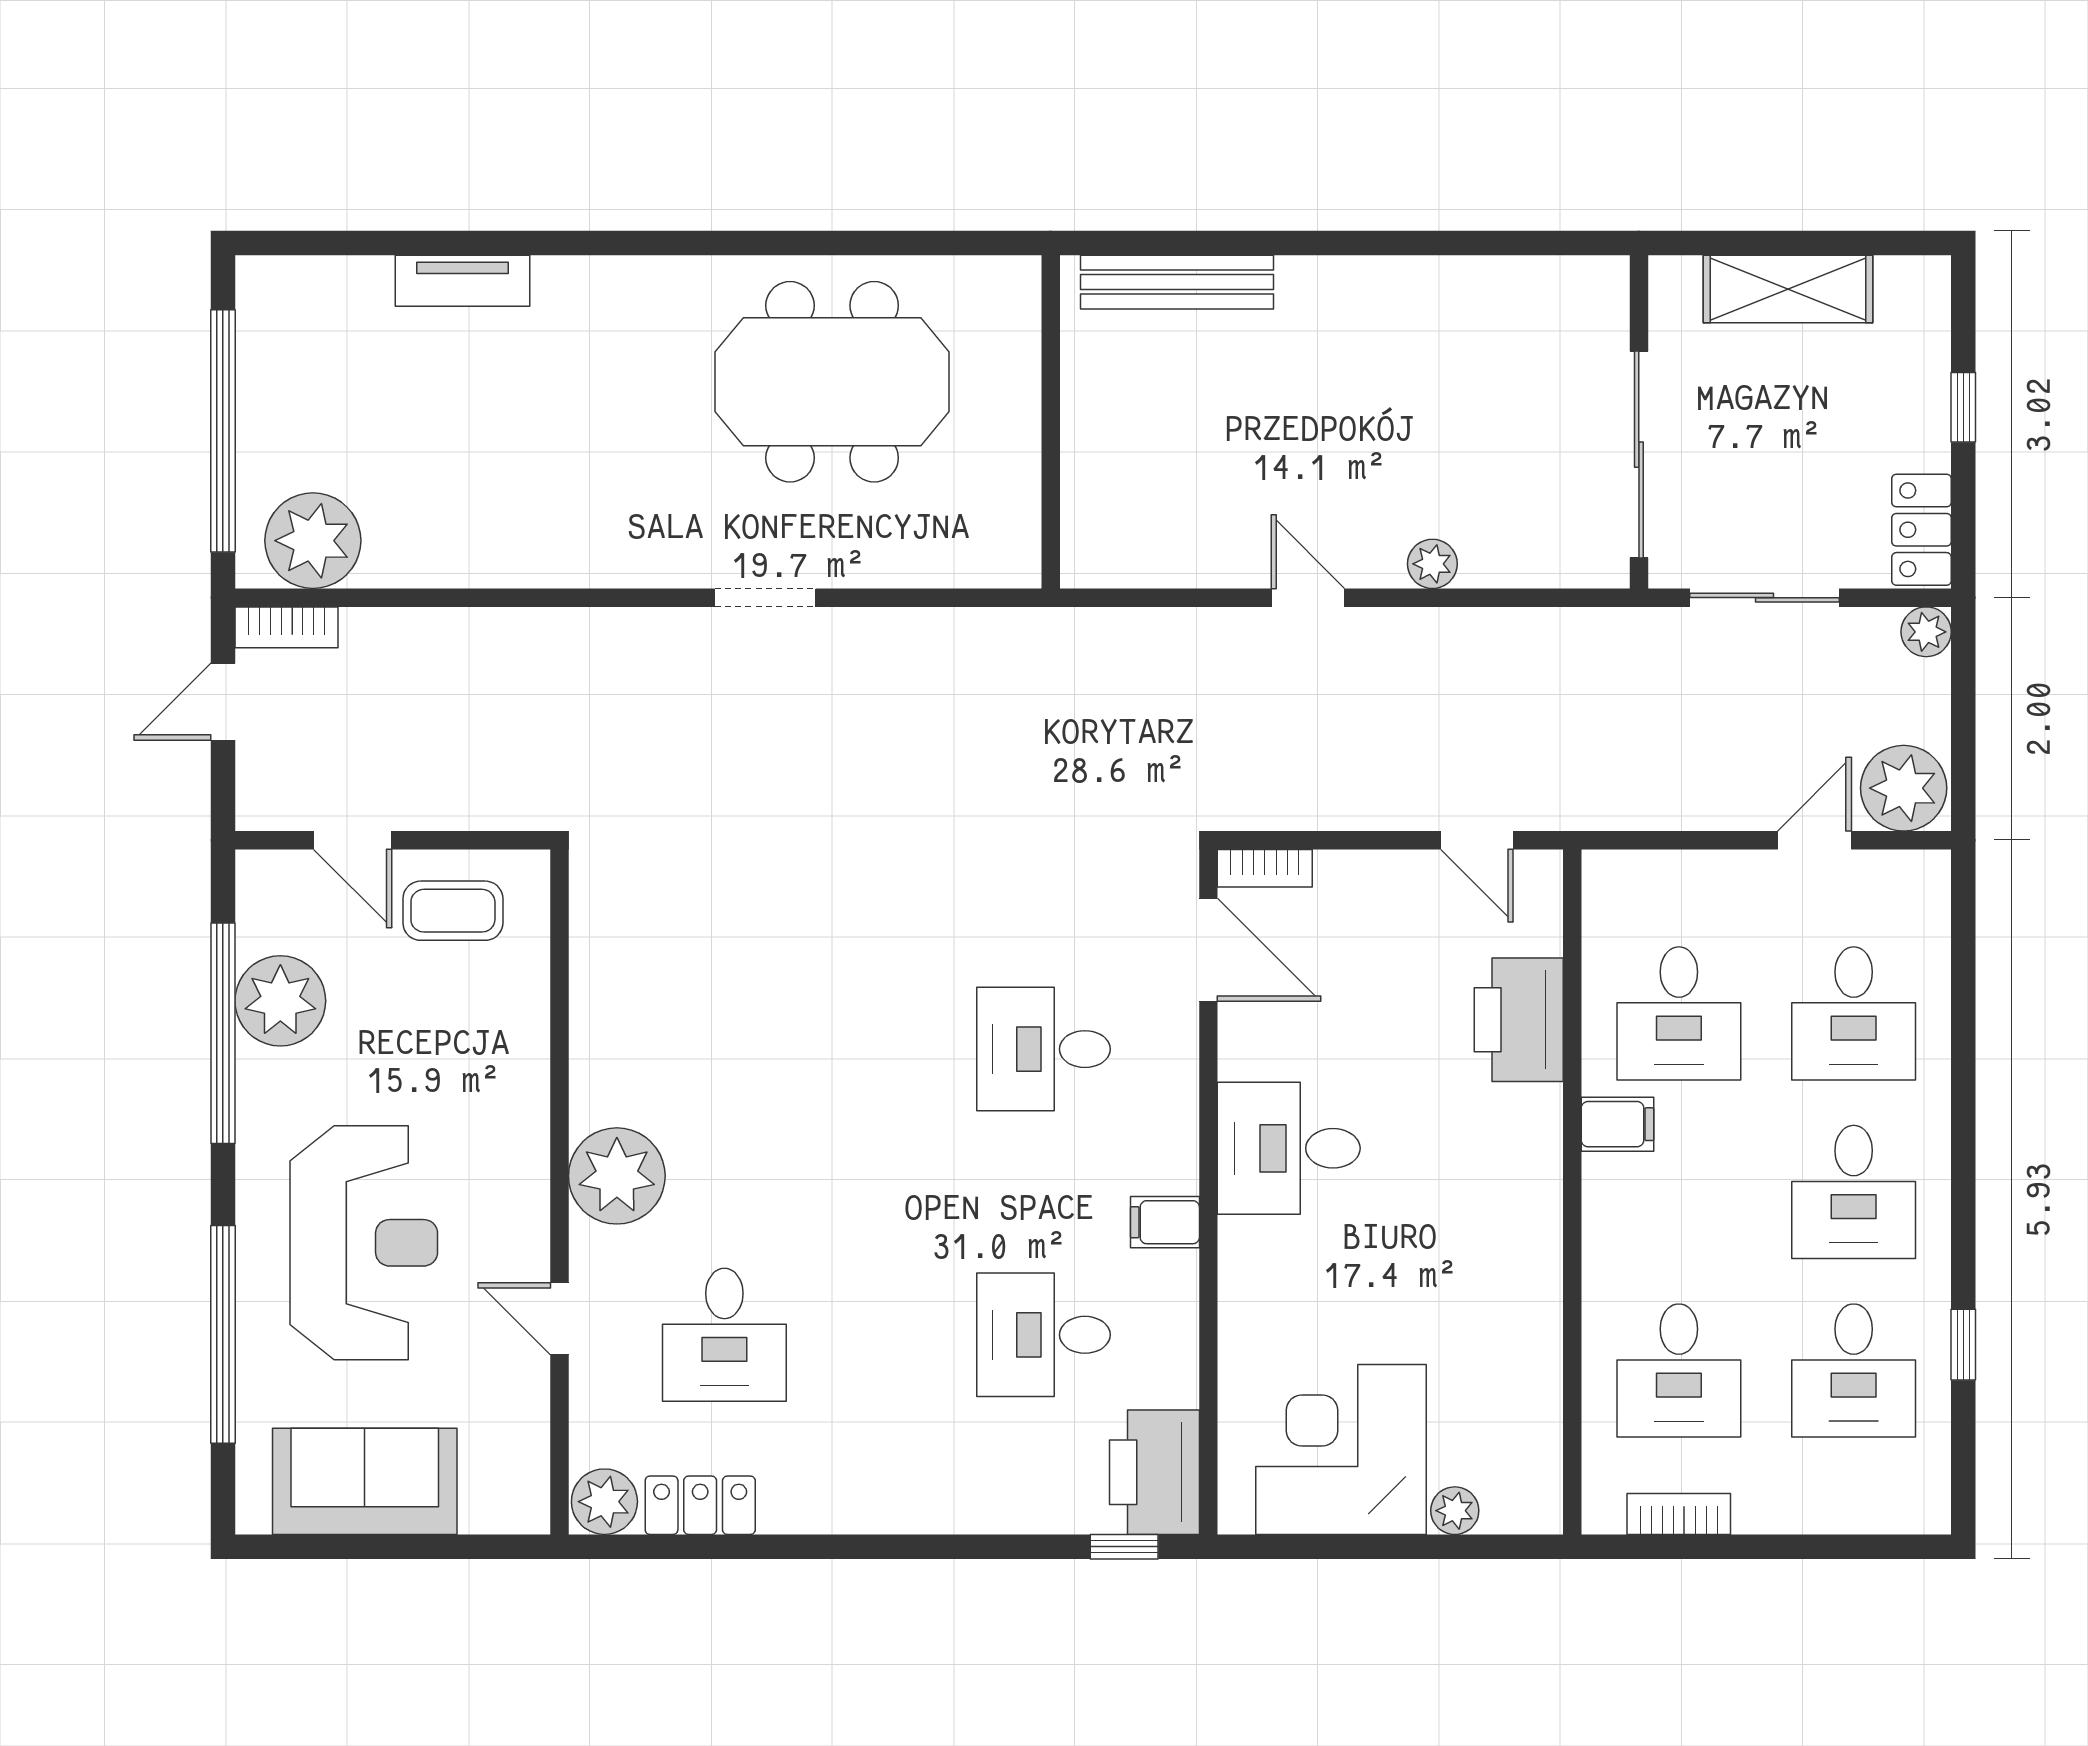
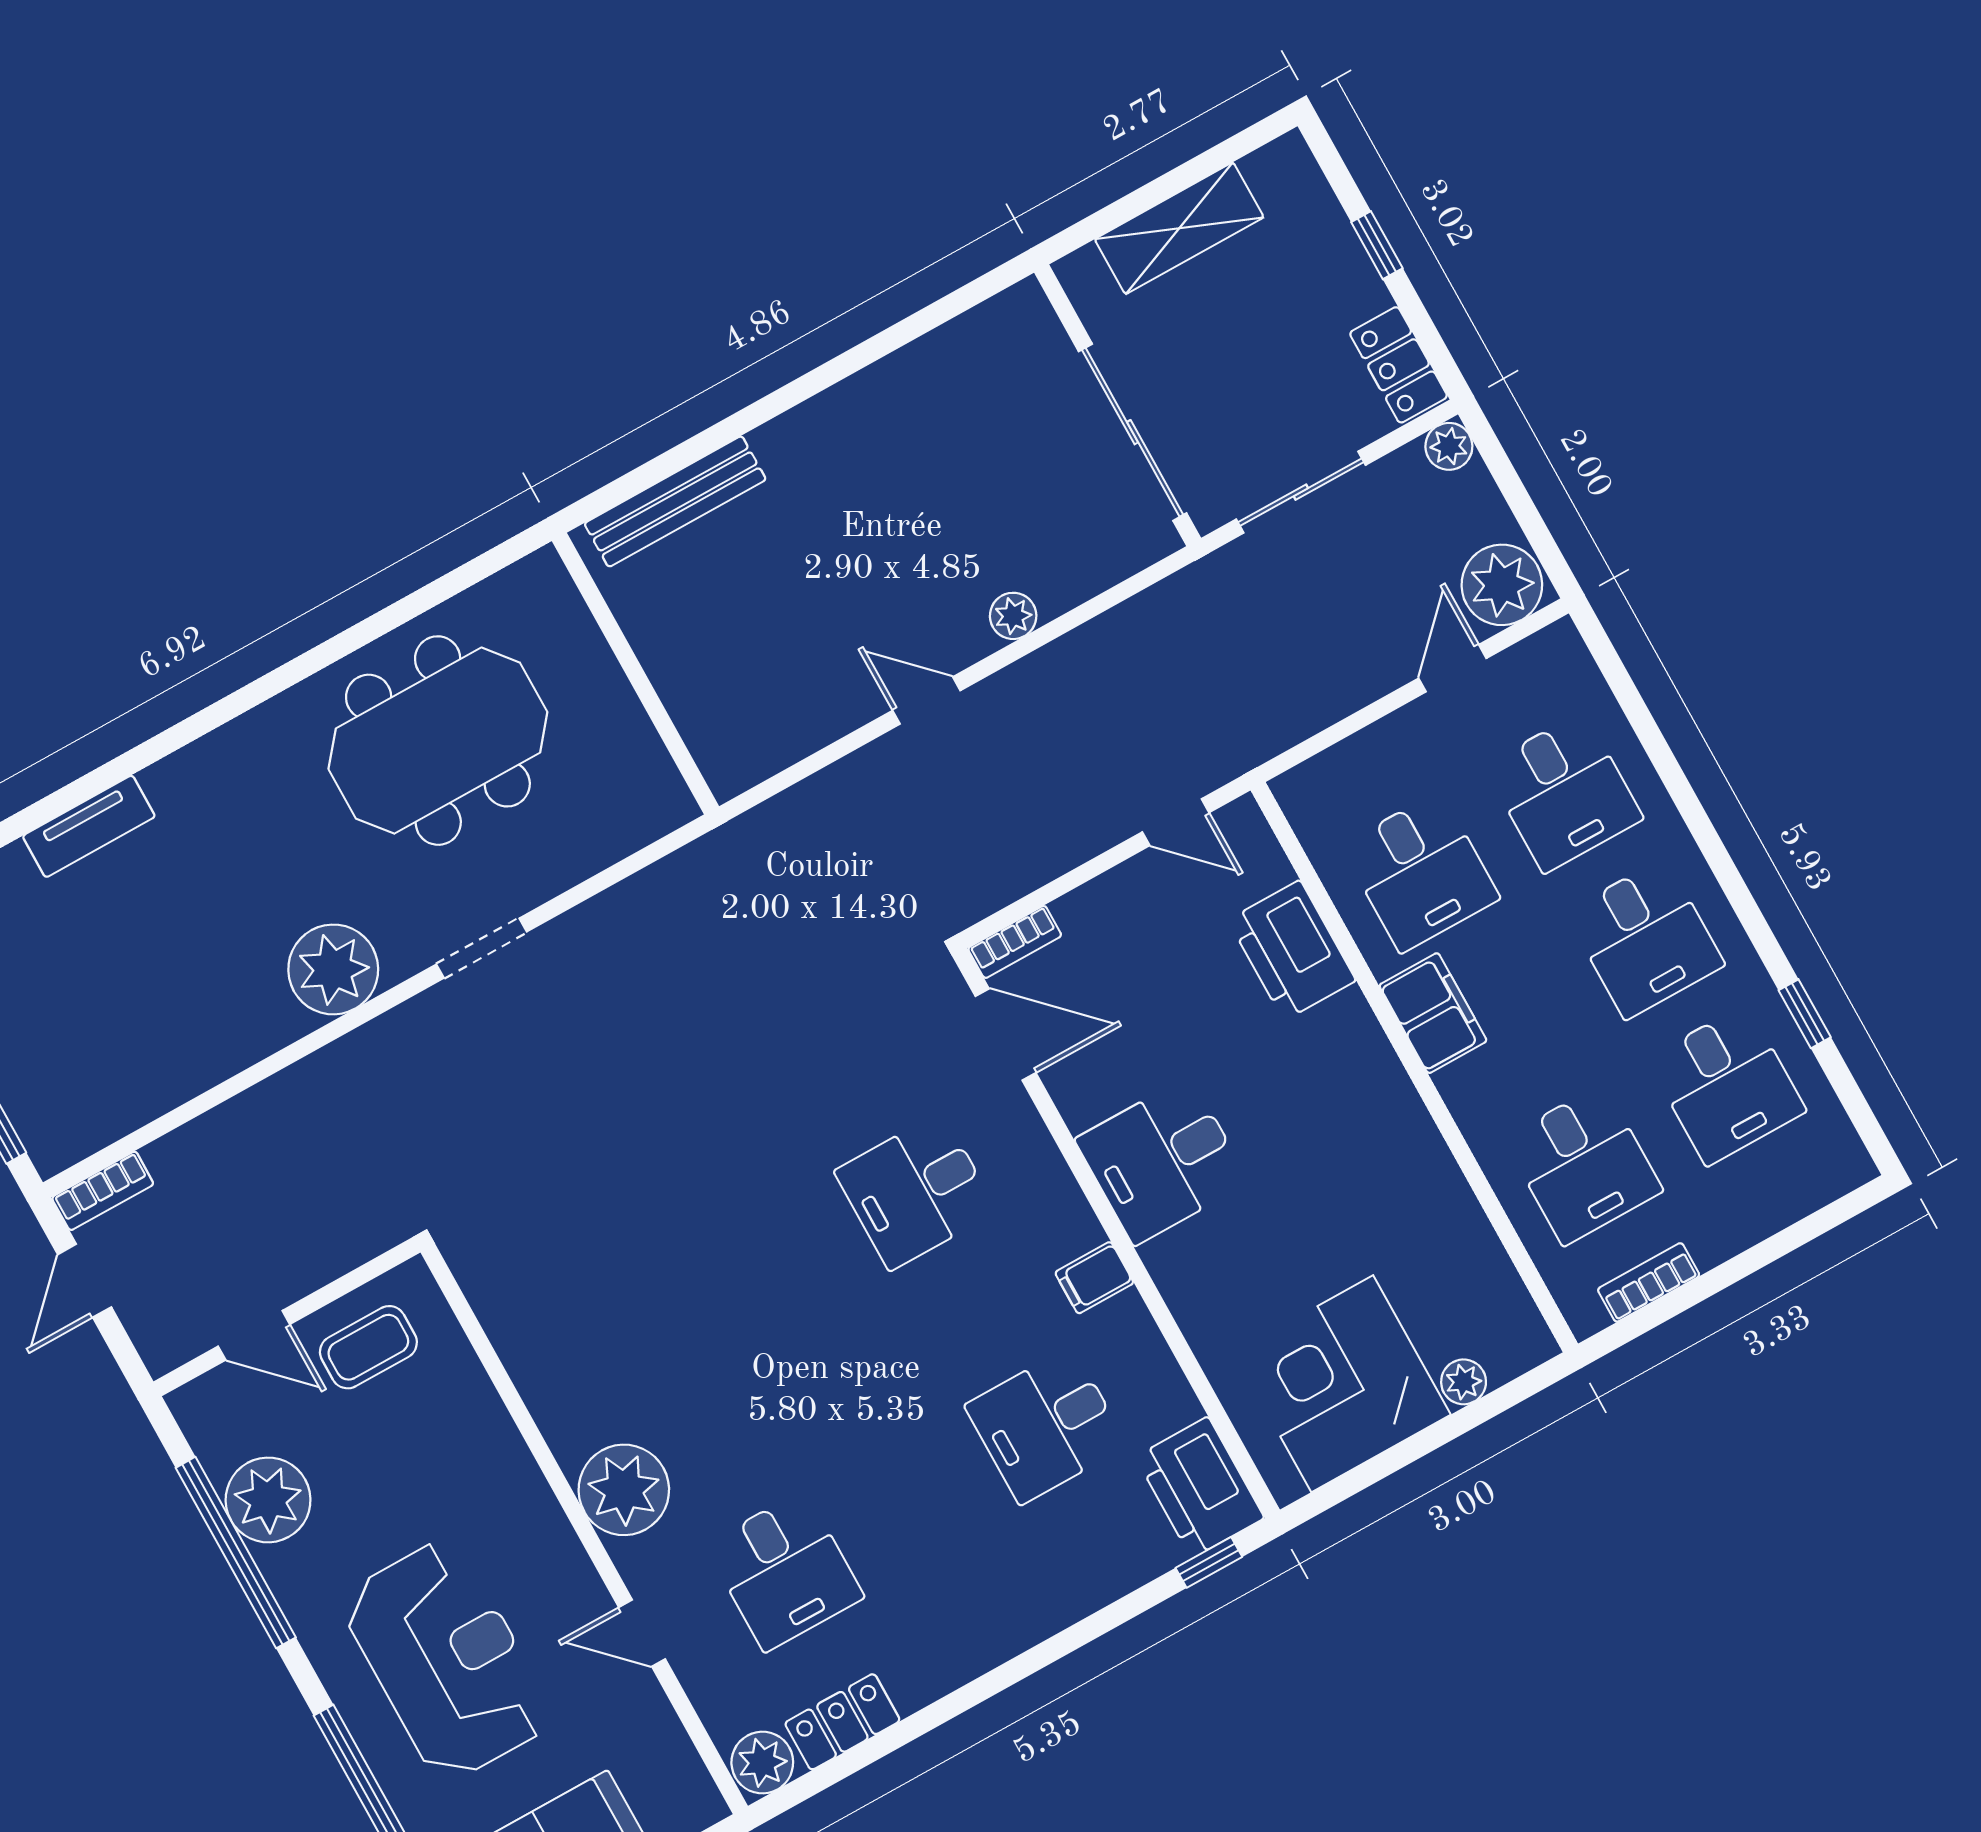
plant: (313, 541) -> (333, 969), moved
filing cabinet: (1618, 1124) -> (1433, 1013), width x2.00

